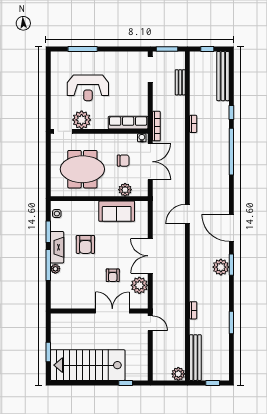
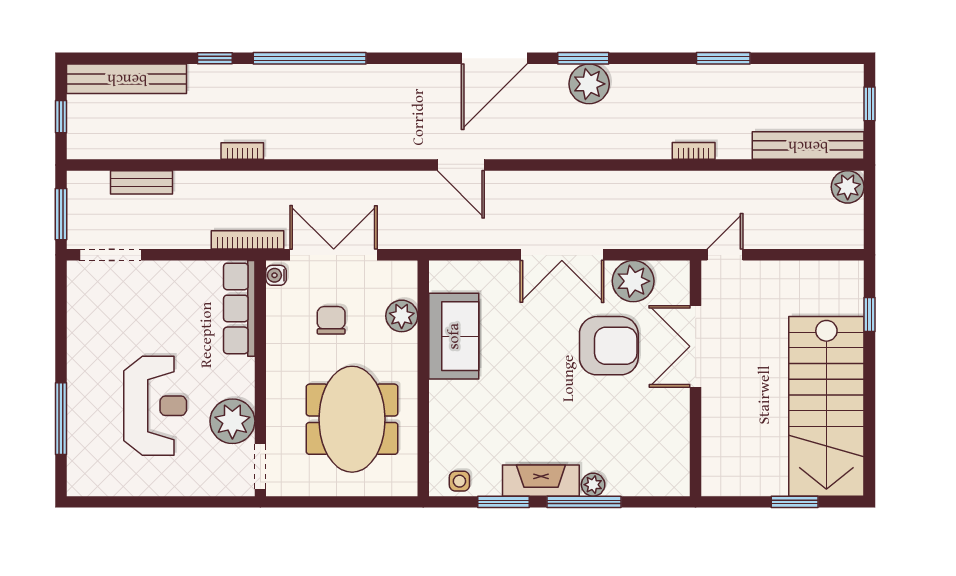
armchair: (85, 244) -> (534, 412), removed
armchair: (113, 275) -> (609, 346), width x1.88, depth x1.88

